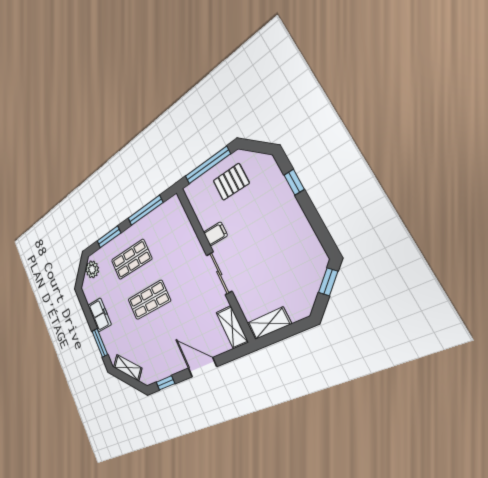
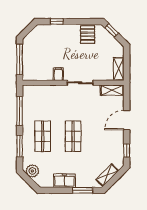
pallet: (231, 182) -> (88, 35), moved

